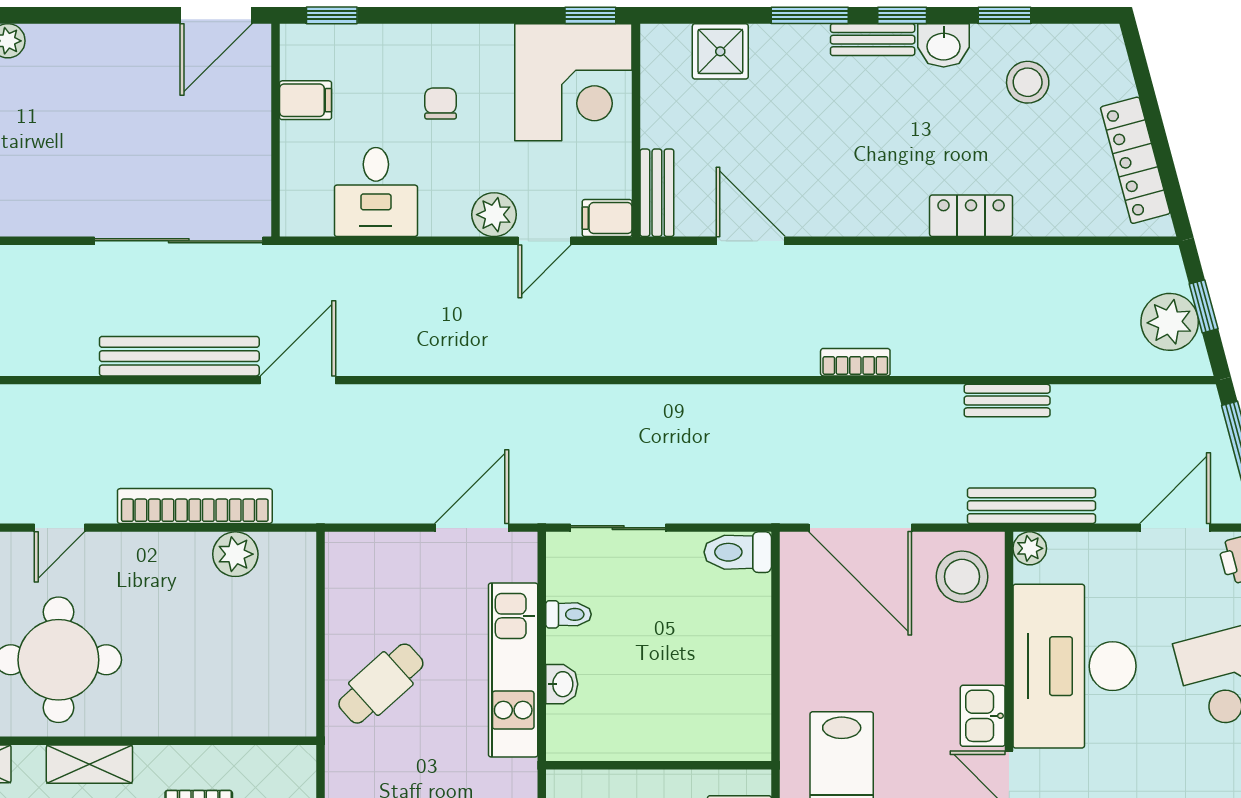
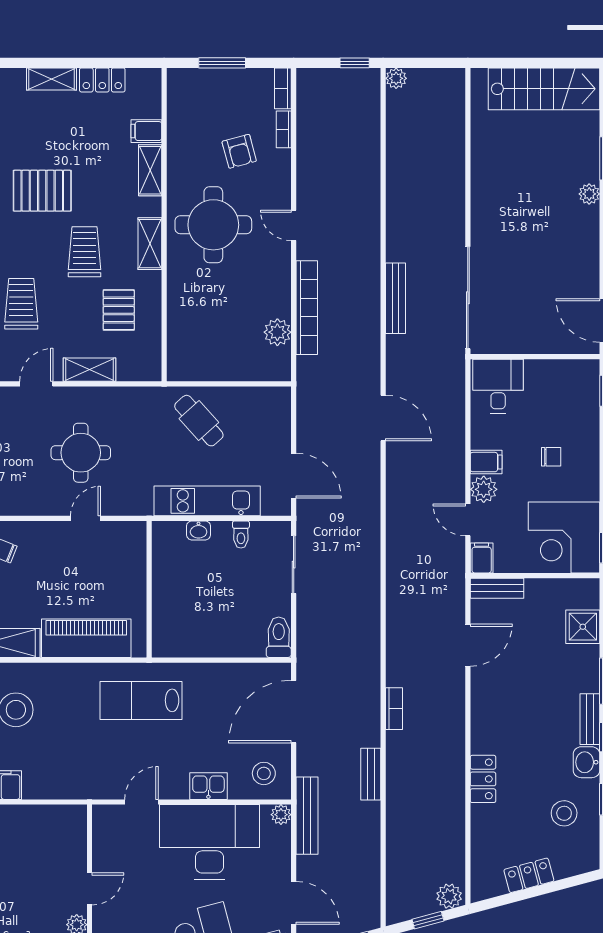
filing cabinet: (306, 100) -> (486, 462), moved, turned -90
locker: (1135, 160) -> (529, 875), width x0.66
desk: (376, 192) -> (498, 386), moved, turned 90
plant: (1170, 322) -> (449, 896), moved, width x0.73, depth x0.73
bench: (179, 356) -> (396, 298), width x0.73, depth x0.82
door: (298, 380) -> (383, 418), moved
bench: (1007, 401) -> (371, 774), moved
stool: (962, 577) -> (264, 773), width x0.73, depth x0.73
kitchen sink: (983, 716) -> (208, 786), moved

